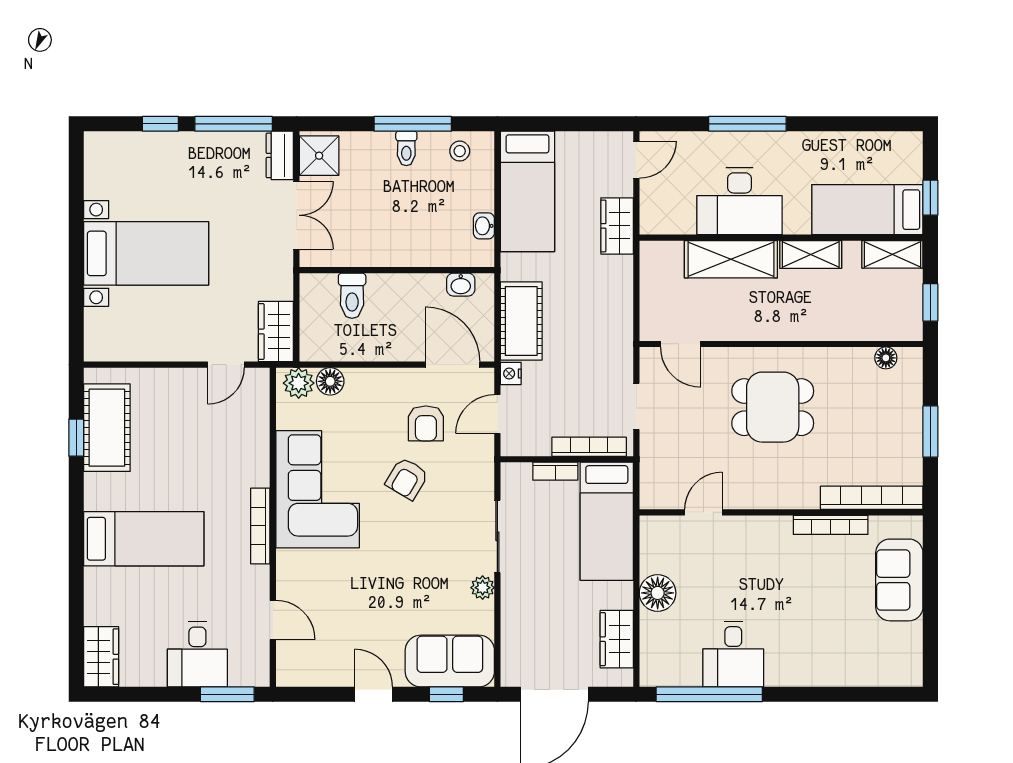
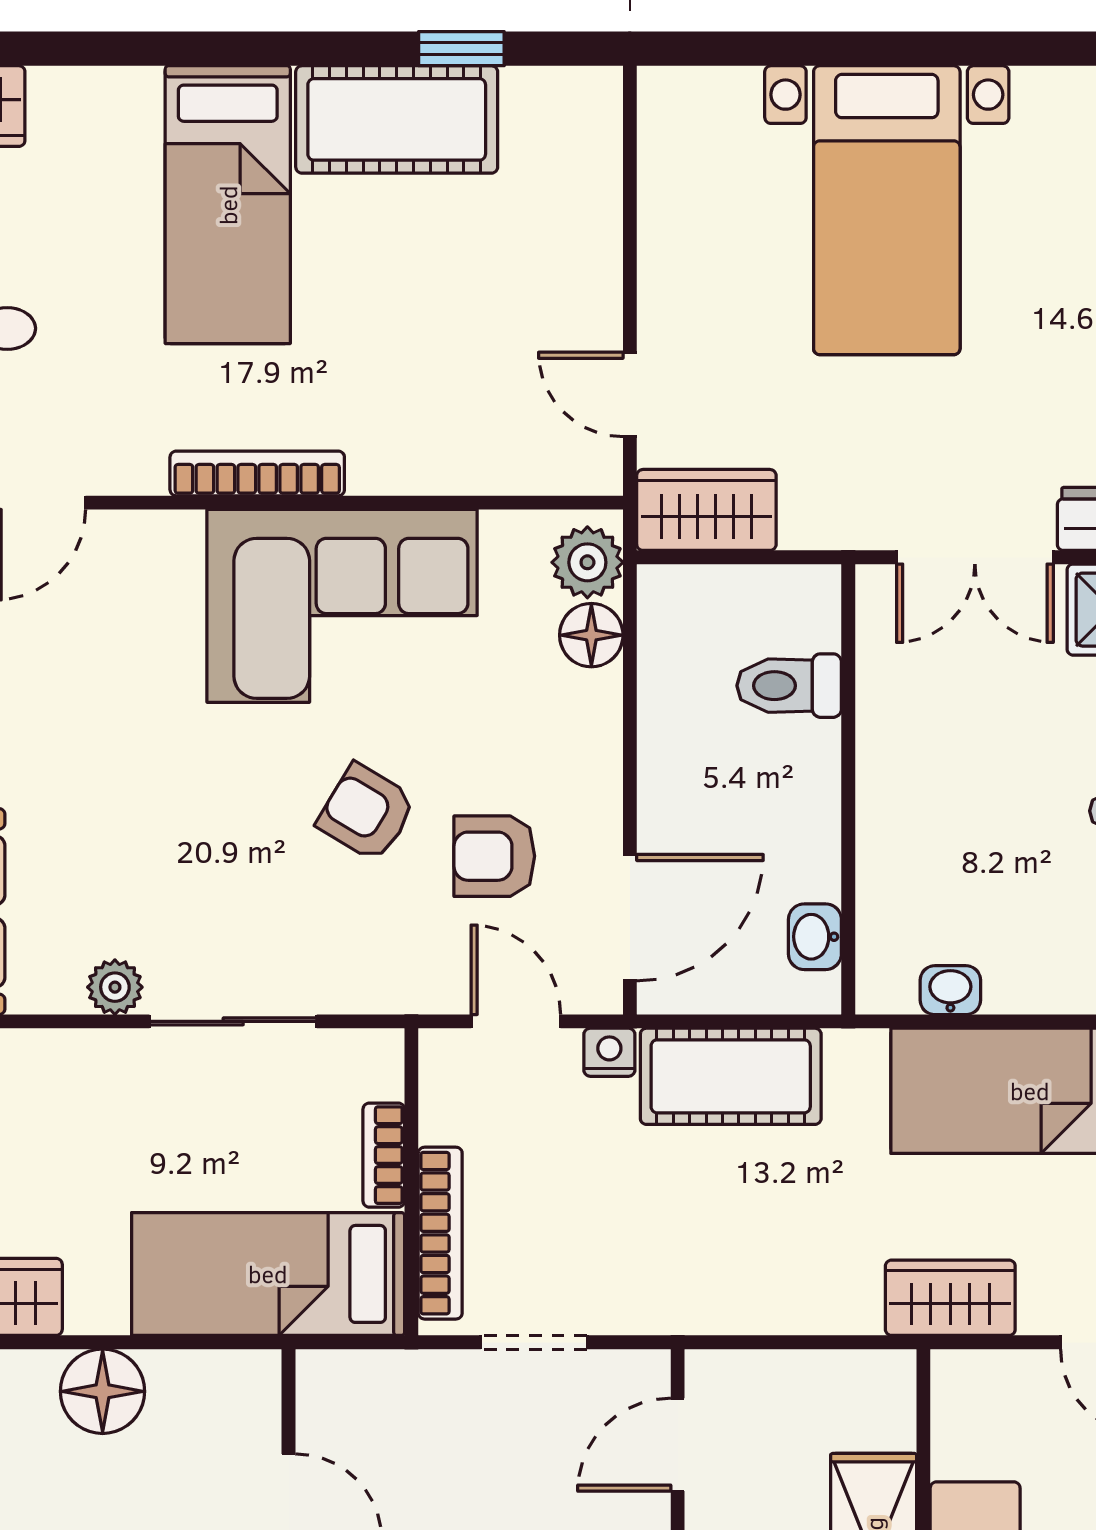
cot: (107, 428) -> (397, 119), moved

